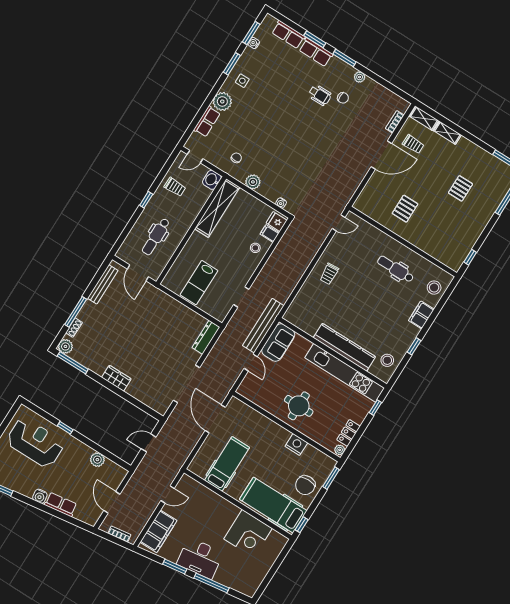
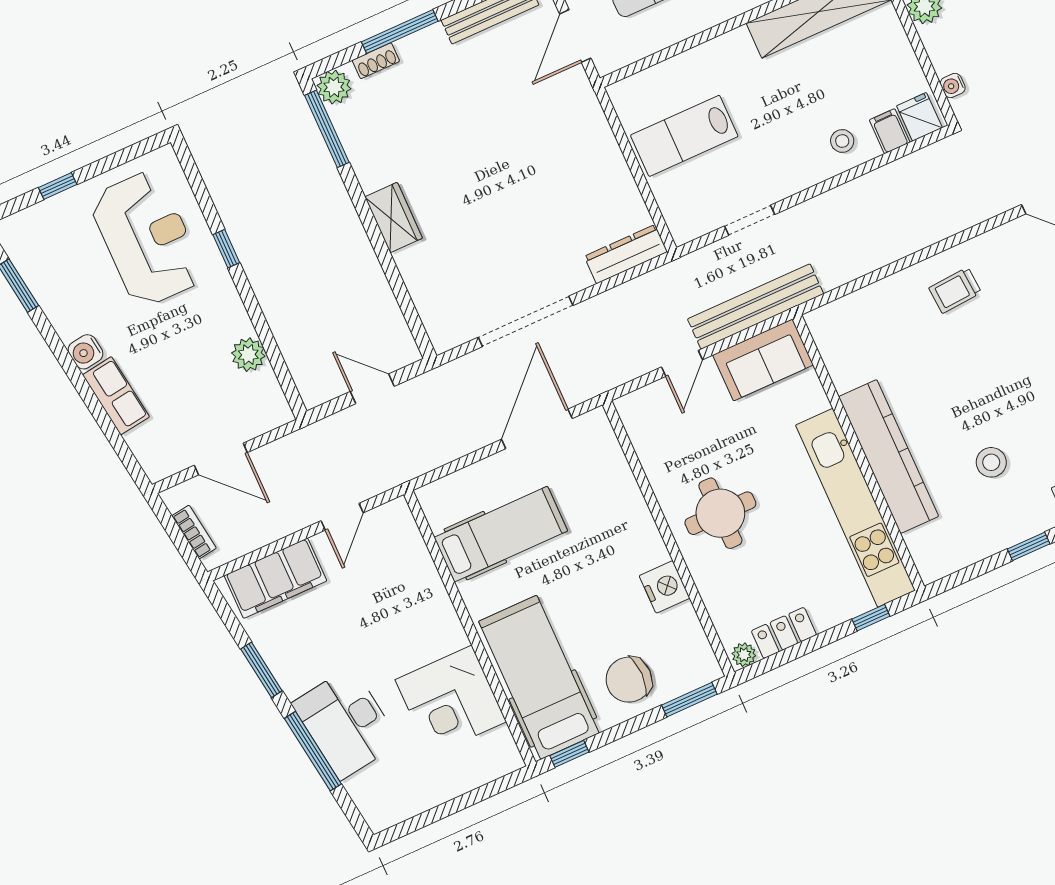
stool: (387, 360) -> (991, 462), moved
door: (168, 495) -> (342, 517), hinge flipped
door: (112, 502) -> (221, 459), swing flipped
desk: (200, 558) -> (346, 723), moved

